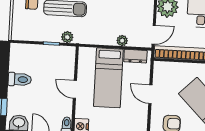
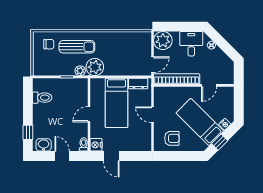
plant: (122, 41) -> (95, 67), moved, width x1.88, depth x1.88
toilet: (20, 79) -> (42, 98), moved
door: (75, 89) -> (89, 114), hinge flipped

